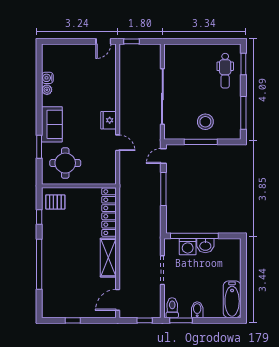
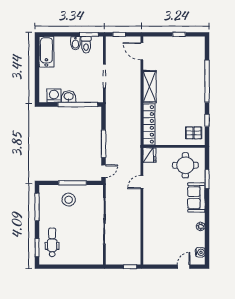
door: (103, 41) -> (184, 267), moved
water cooler: (47, 78) -> (200, 252), moved
fridge: (108, 120) -> (149, 155), moved
door: (118, 143) -> (142, 182), hinge flipped
washing machine: (188, 247) -> (54, 96), moved
door: (118, 300) -> (142, 51), swing flipped
toilet: (172, 308) -> (86, 45), moved

